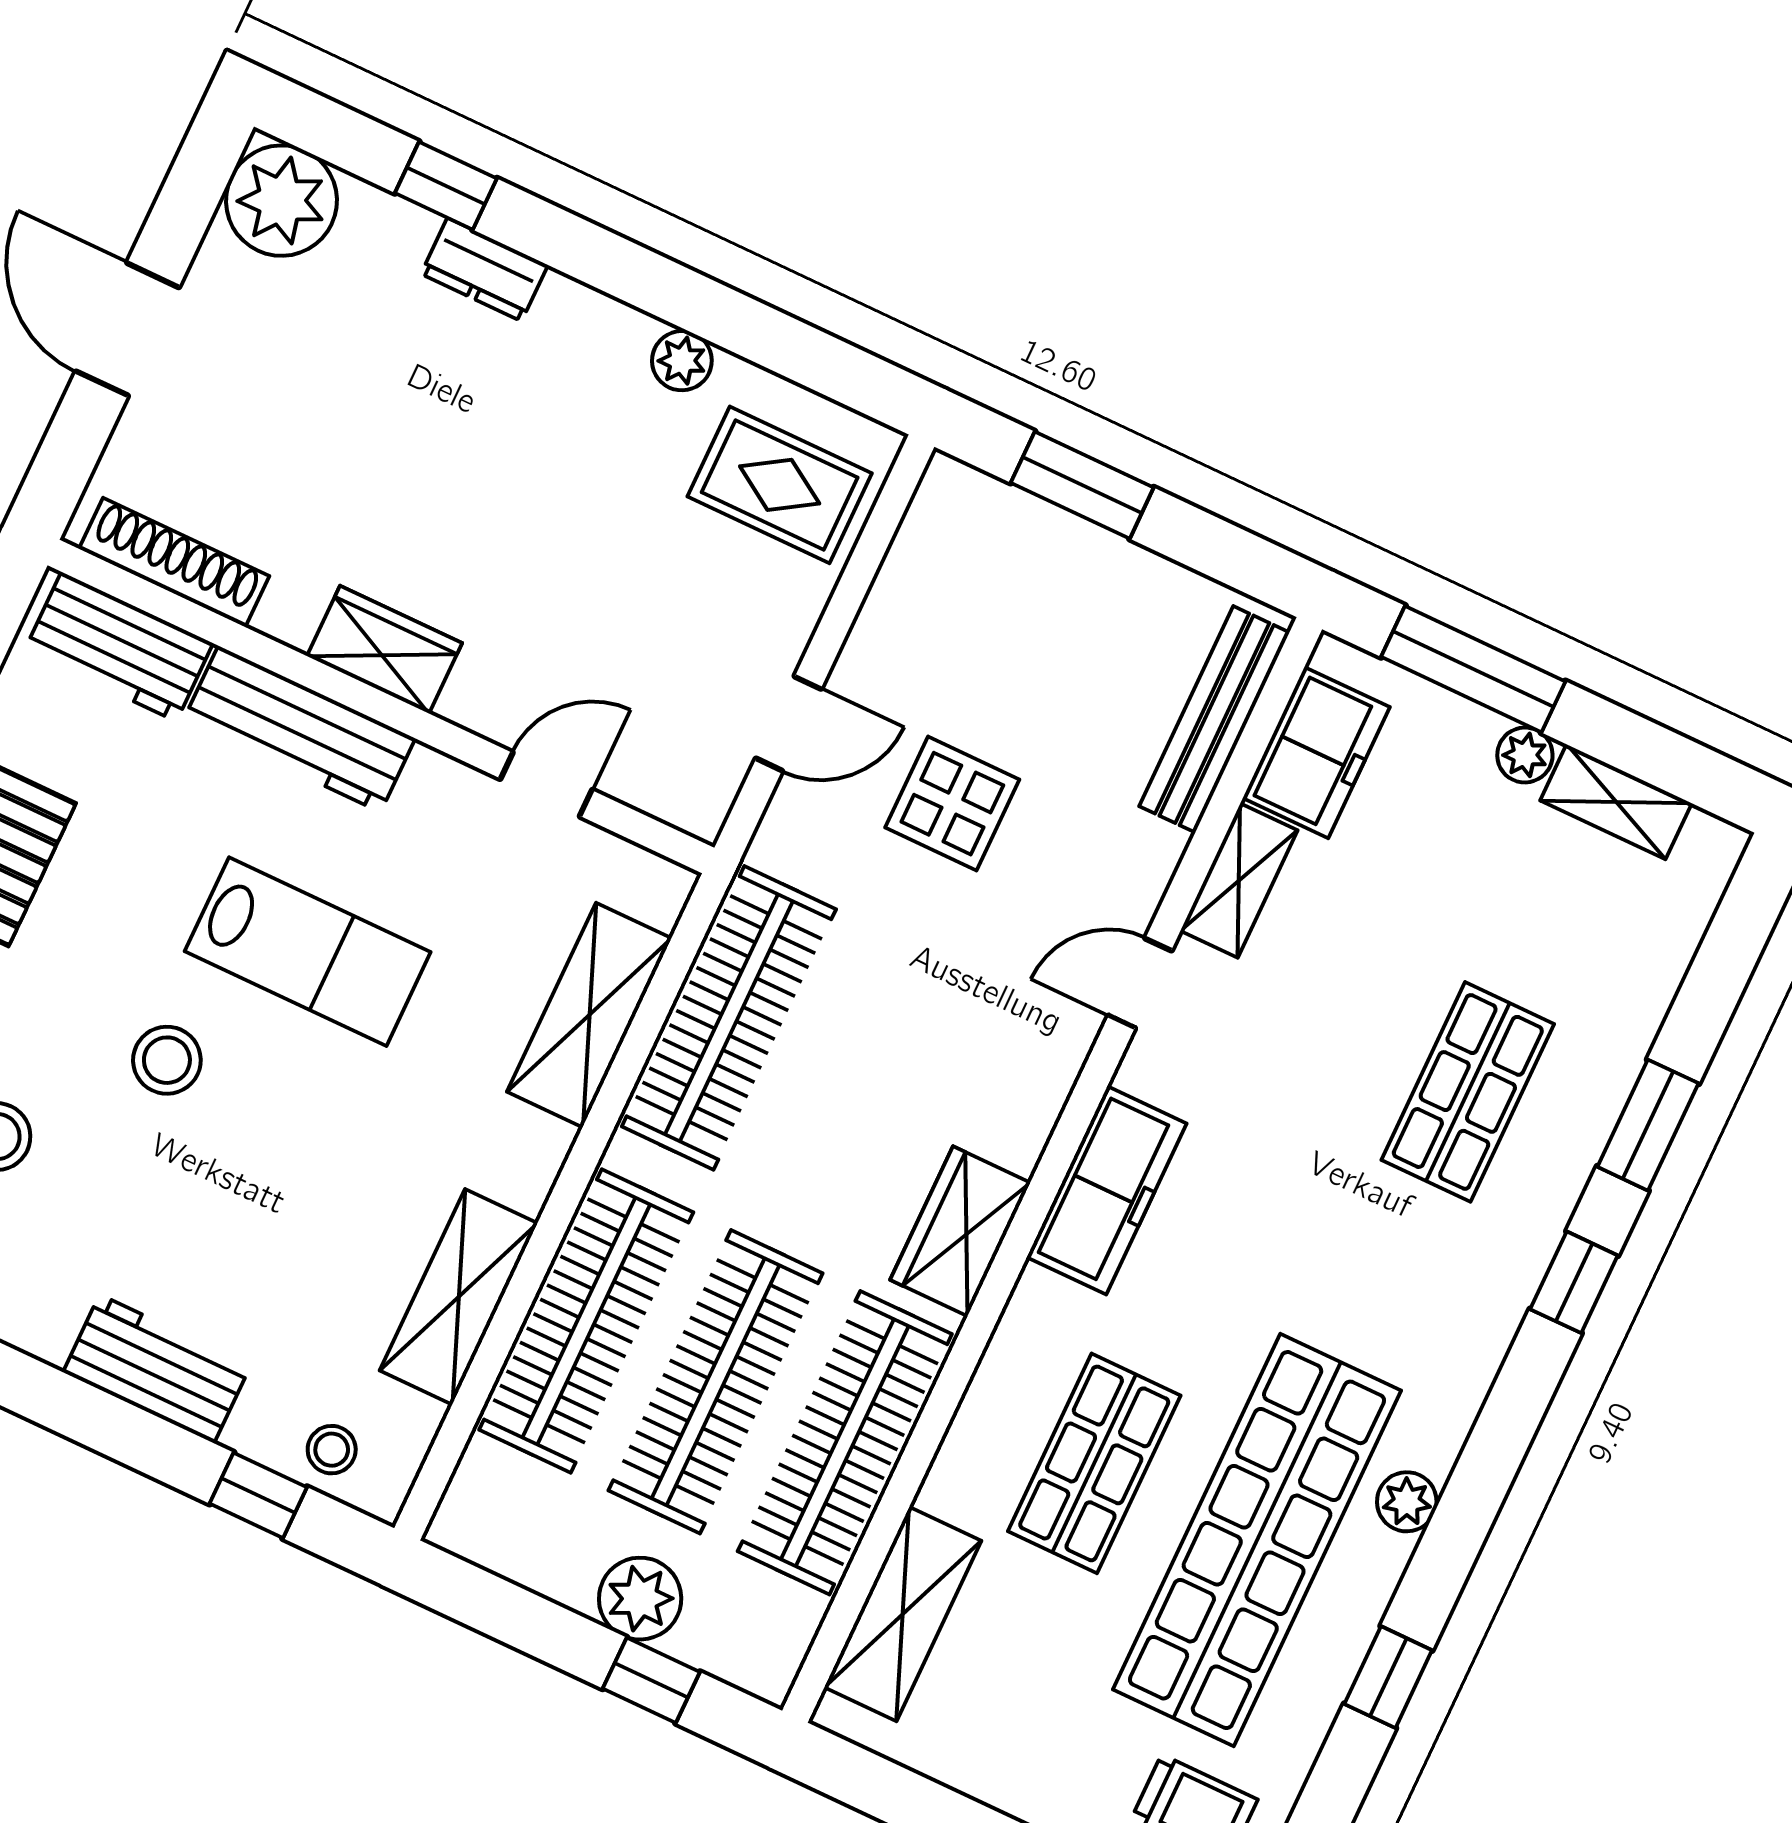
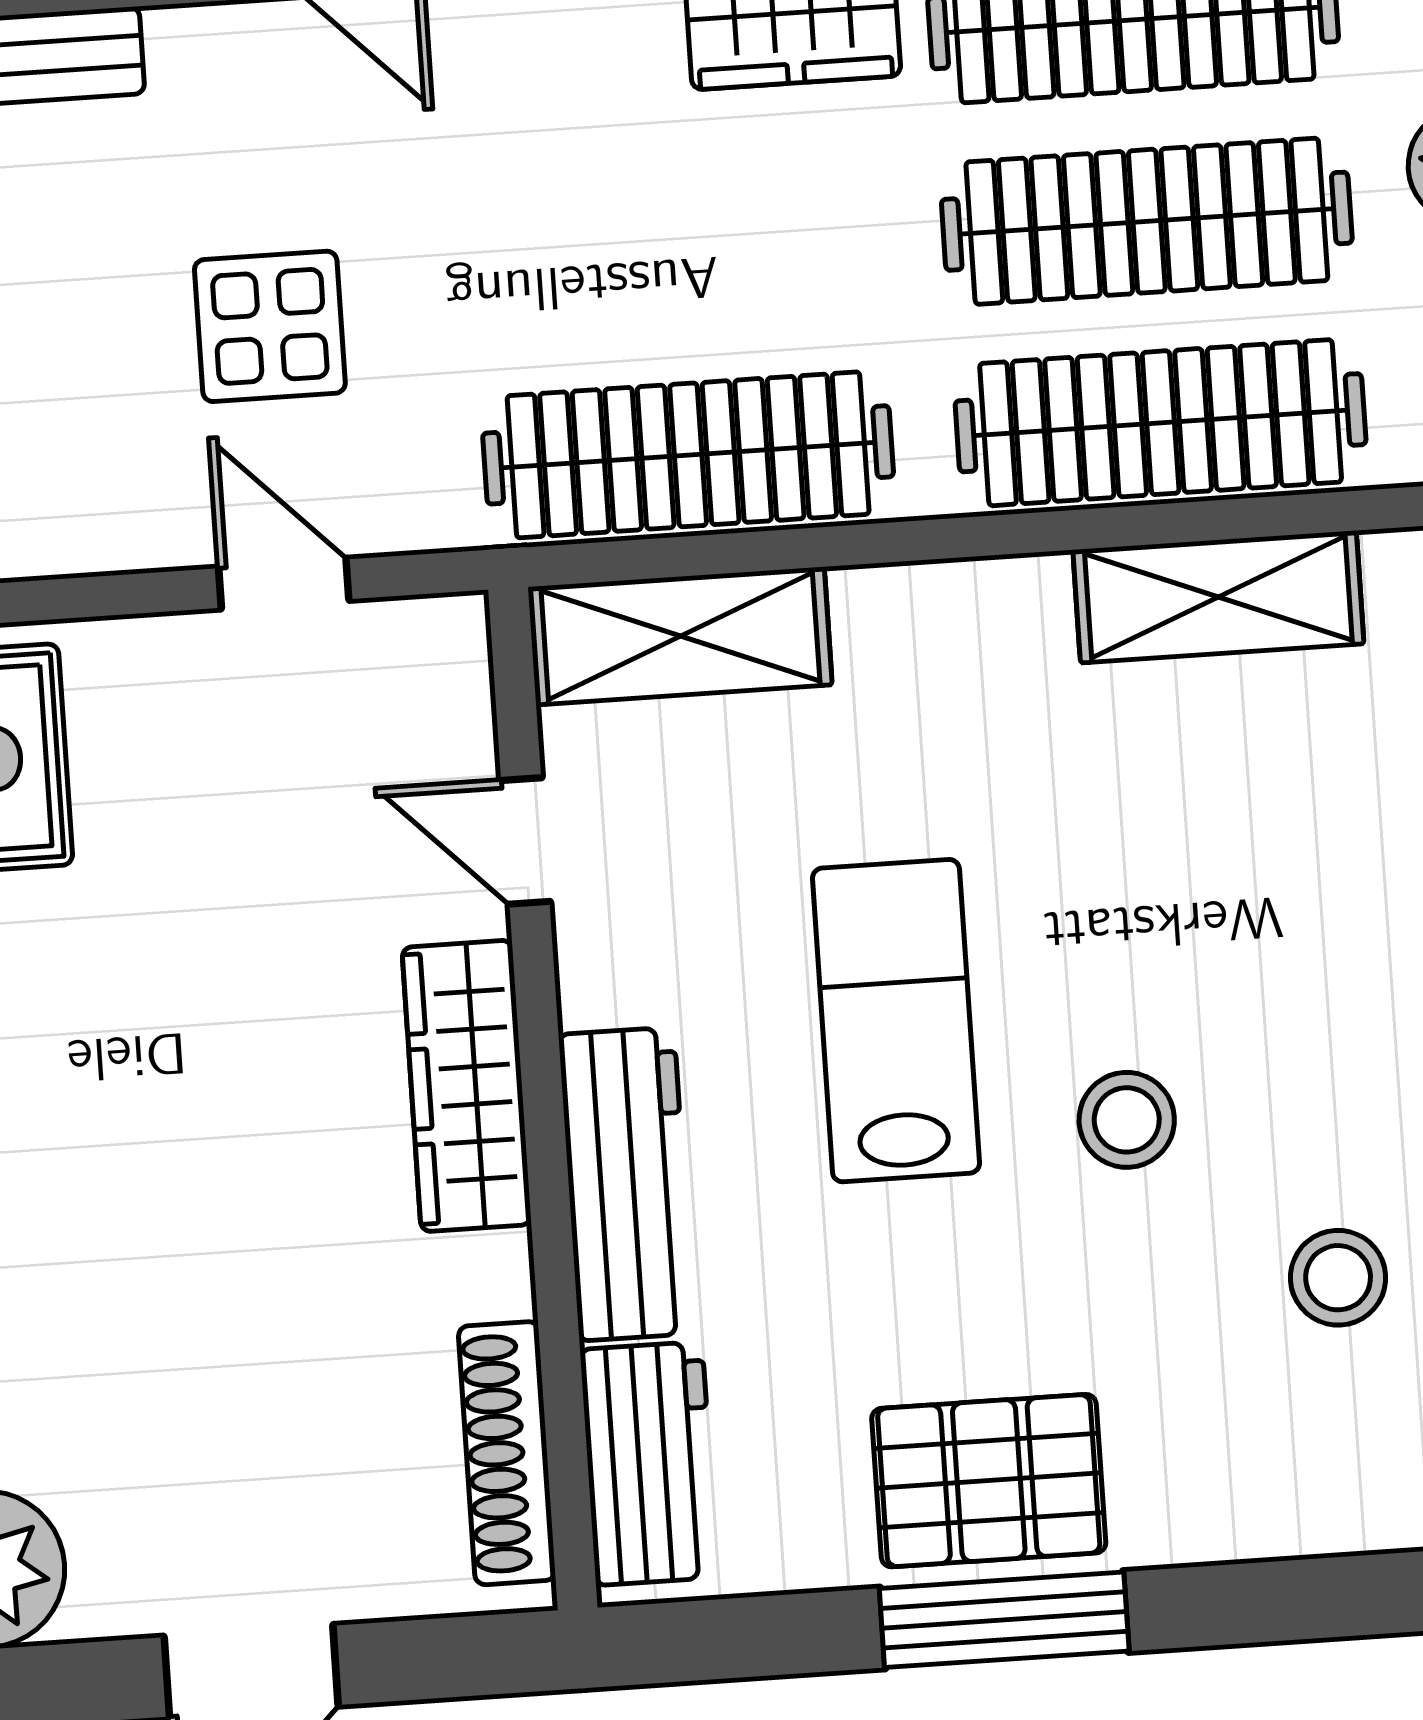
wardrobe: (385, 650) -> (467, 1086), width x1.50
shelving: (589, 1015) -> (680, 636), moved

